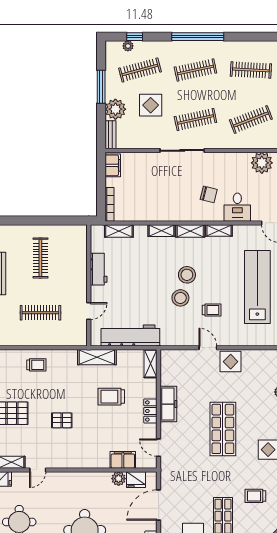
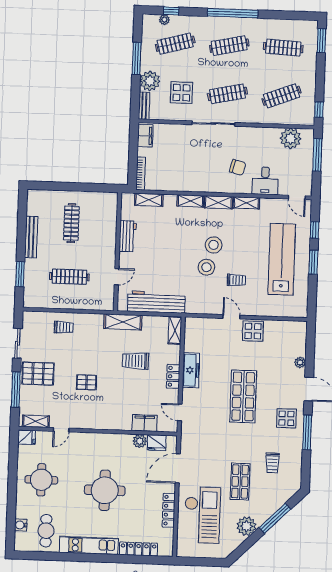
display table: (151, 105) -> (181, 93), moved
trolley: (255, 496) -> (272, 463), turned -90

